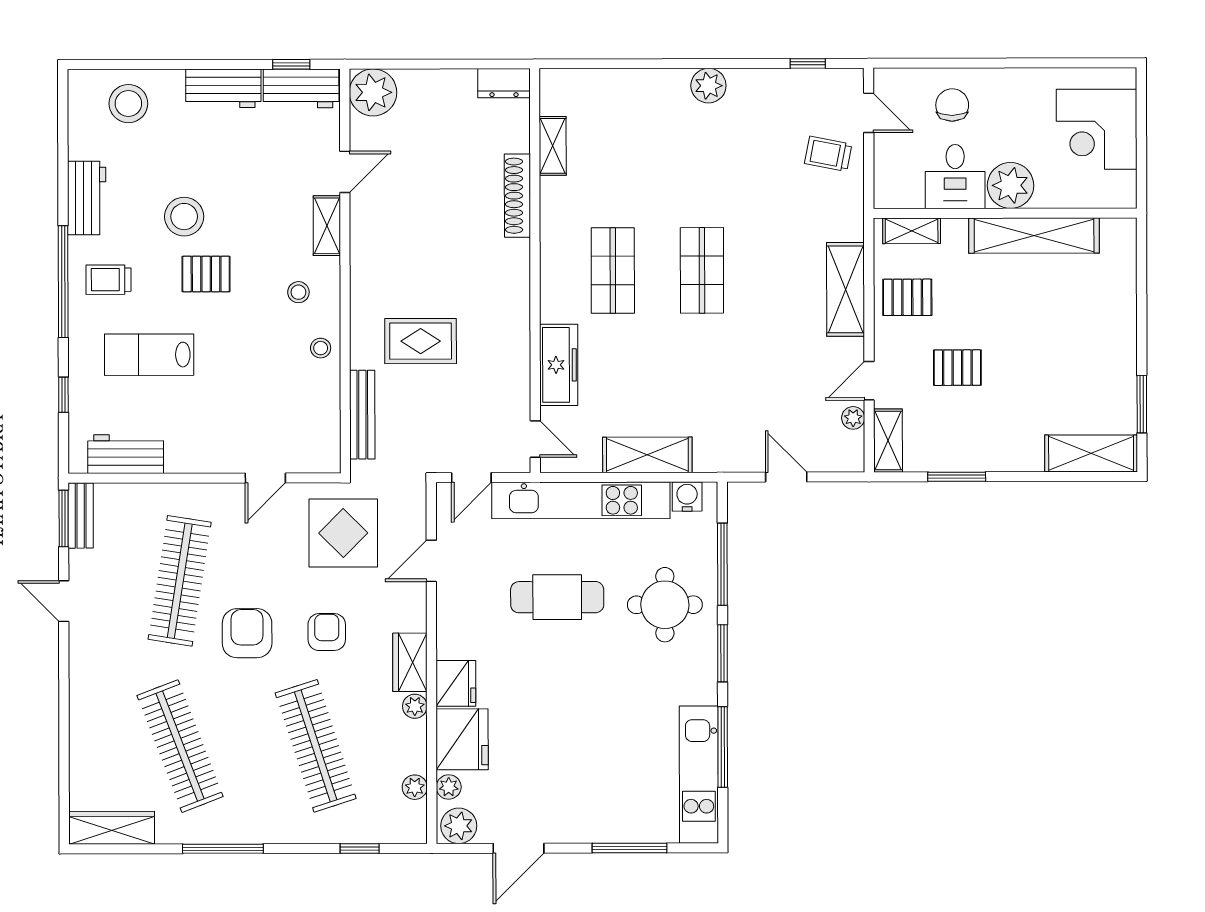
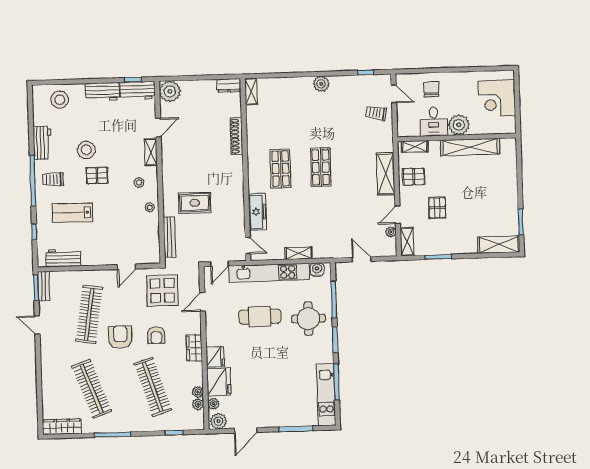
shelving: (553, 146) -> (251, 91), moved
pallet: (957, 368) -> (437, 208), turned 90
shelving: (647, 455) -> (299, 253), width x0.67, depth x0.75
armchair: (327, 632) -> (156, 335), turned 180
plant: (415, 706) -> (198, 392), moved

